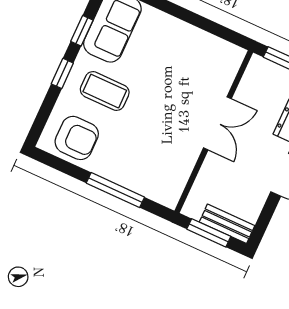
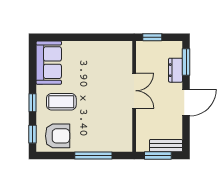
window: (82, 31) -> (32, 134), moved

